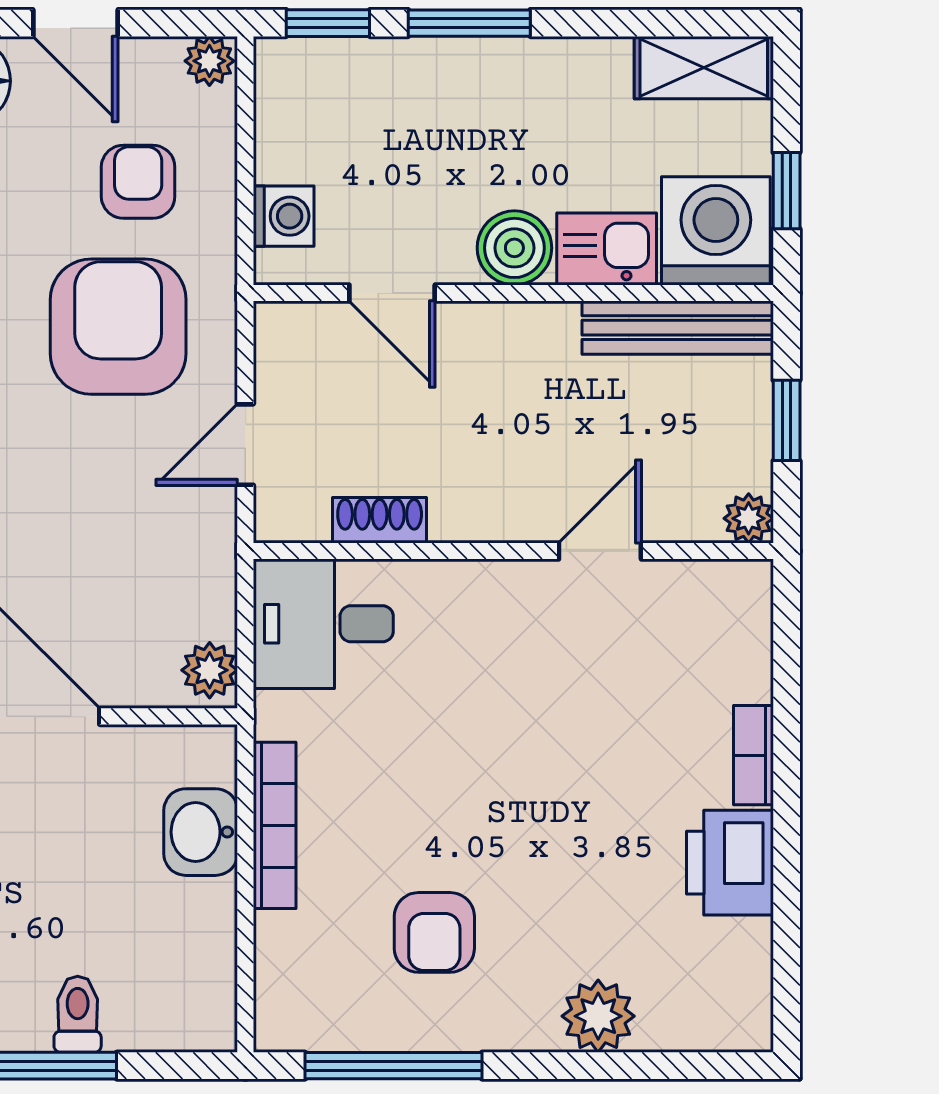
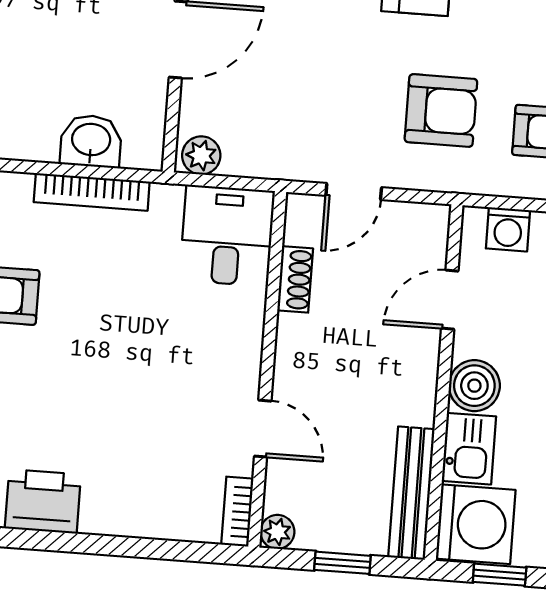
armchair: (118, 327) -> (441, 111), width x0.73, depth x0.73
door: (245, 445) -> (354, 192), swing flipped
bookcase: (753, 755) -> (237, 512), moved, turned -90

